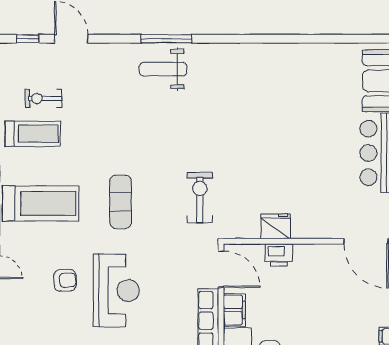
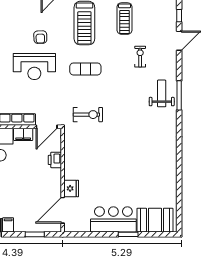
exercise bike: (43, 98) -> (140, 57), moved
fridge: (276, 226) -> (71, 188), moved

